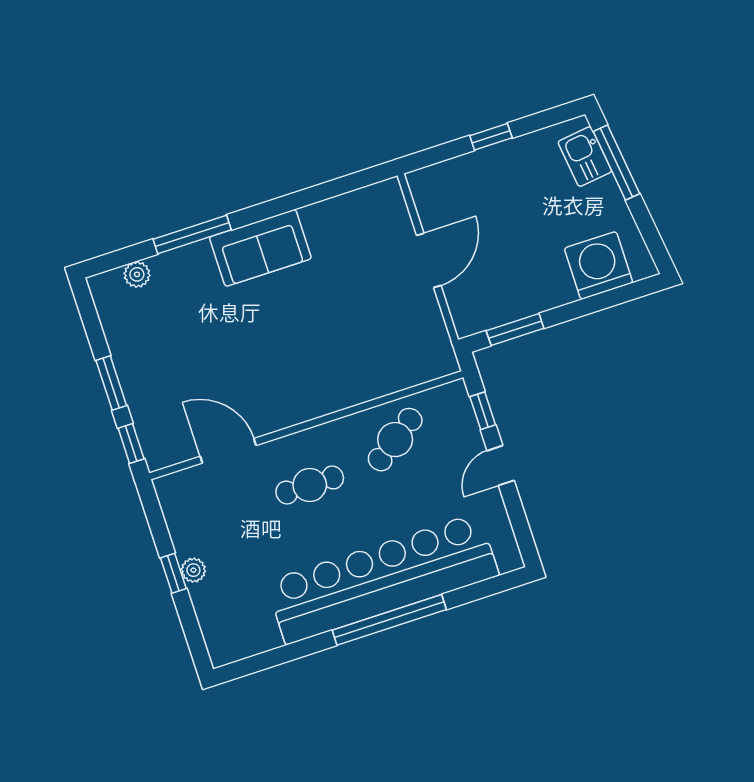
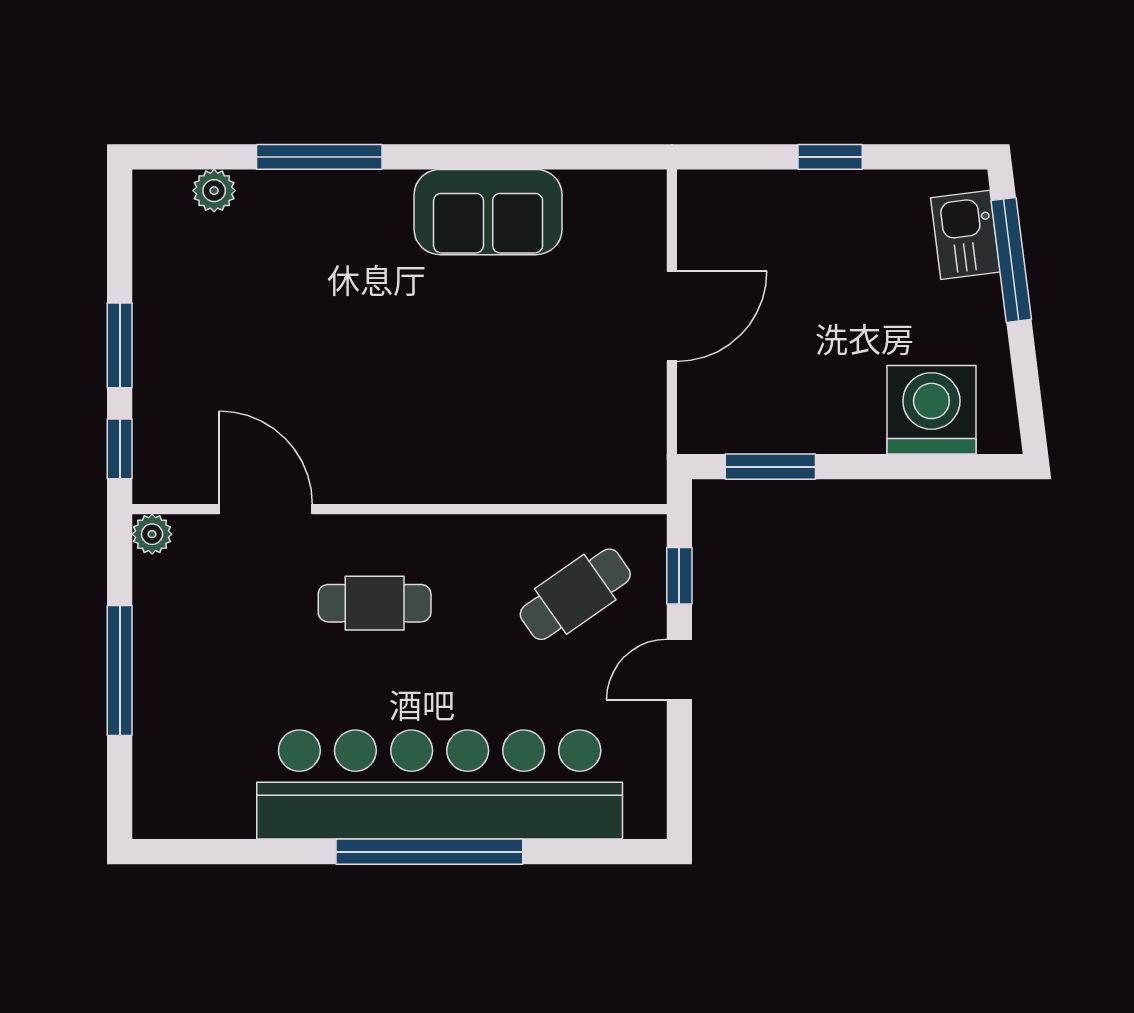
sofa: (260, 248) -> (488, 212), moved
cafe table: (395, 440) -> (575, 594), moved
plant: (193, 570) -> (152, 534), moved
window: (173, 573) -> (120, 671), width x2.17

